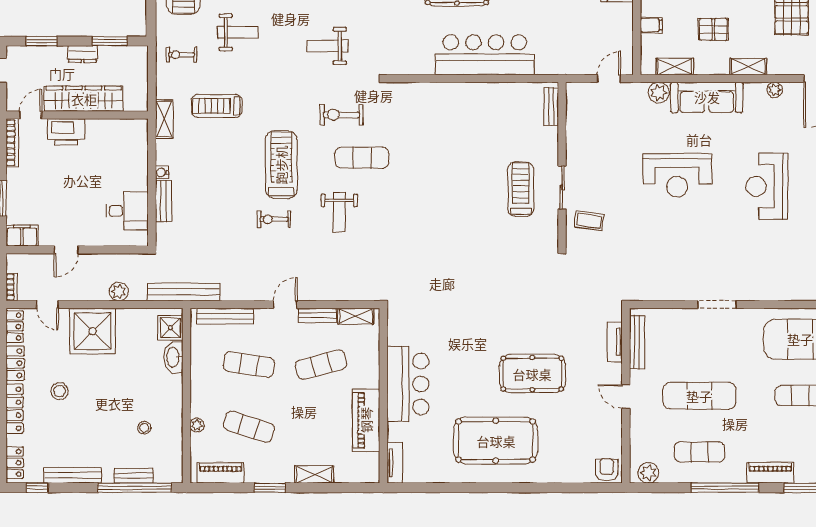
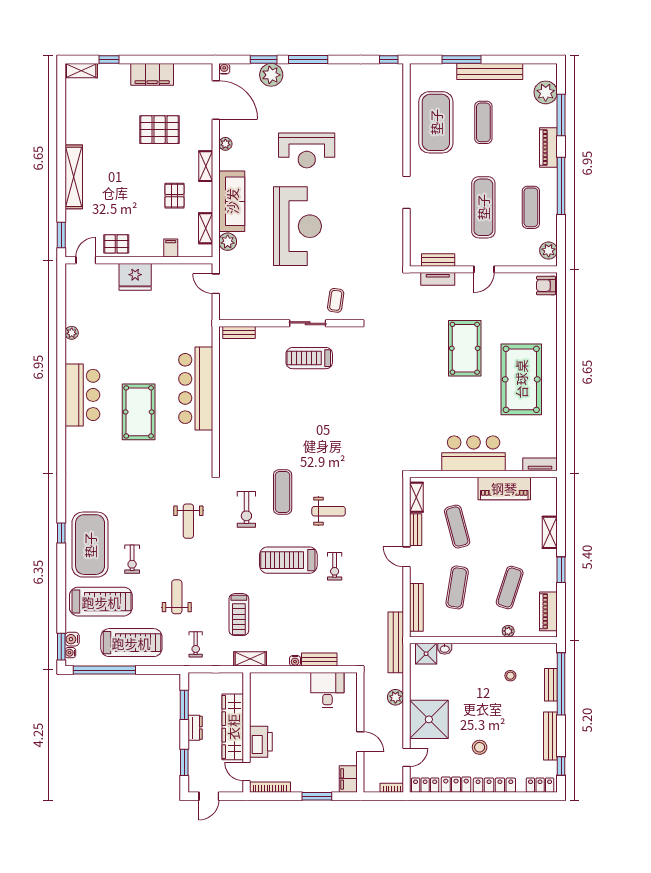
reception desk: (677, 175) -> (298, 226), width x1.36, depth x1.30
bench: (637, 342) -> (438, 260), width x0.73
washbasin: (173, 357) -> (445, 649), width x0.52, depth x0.69

